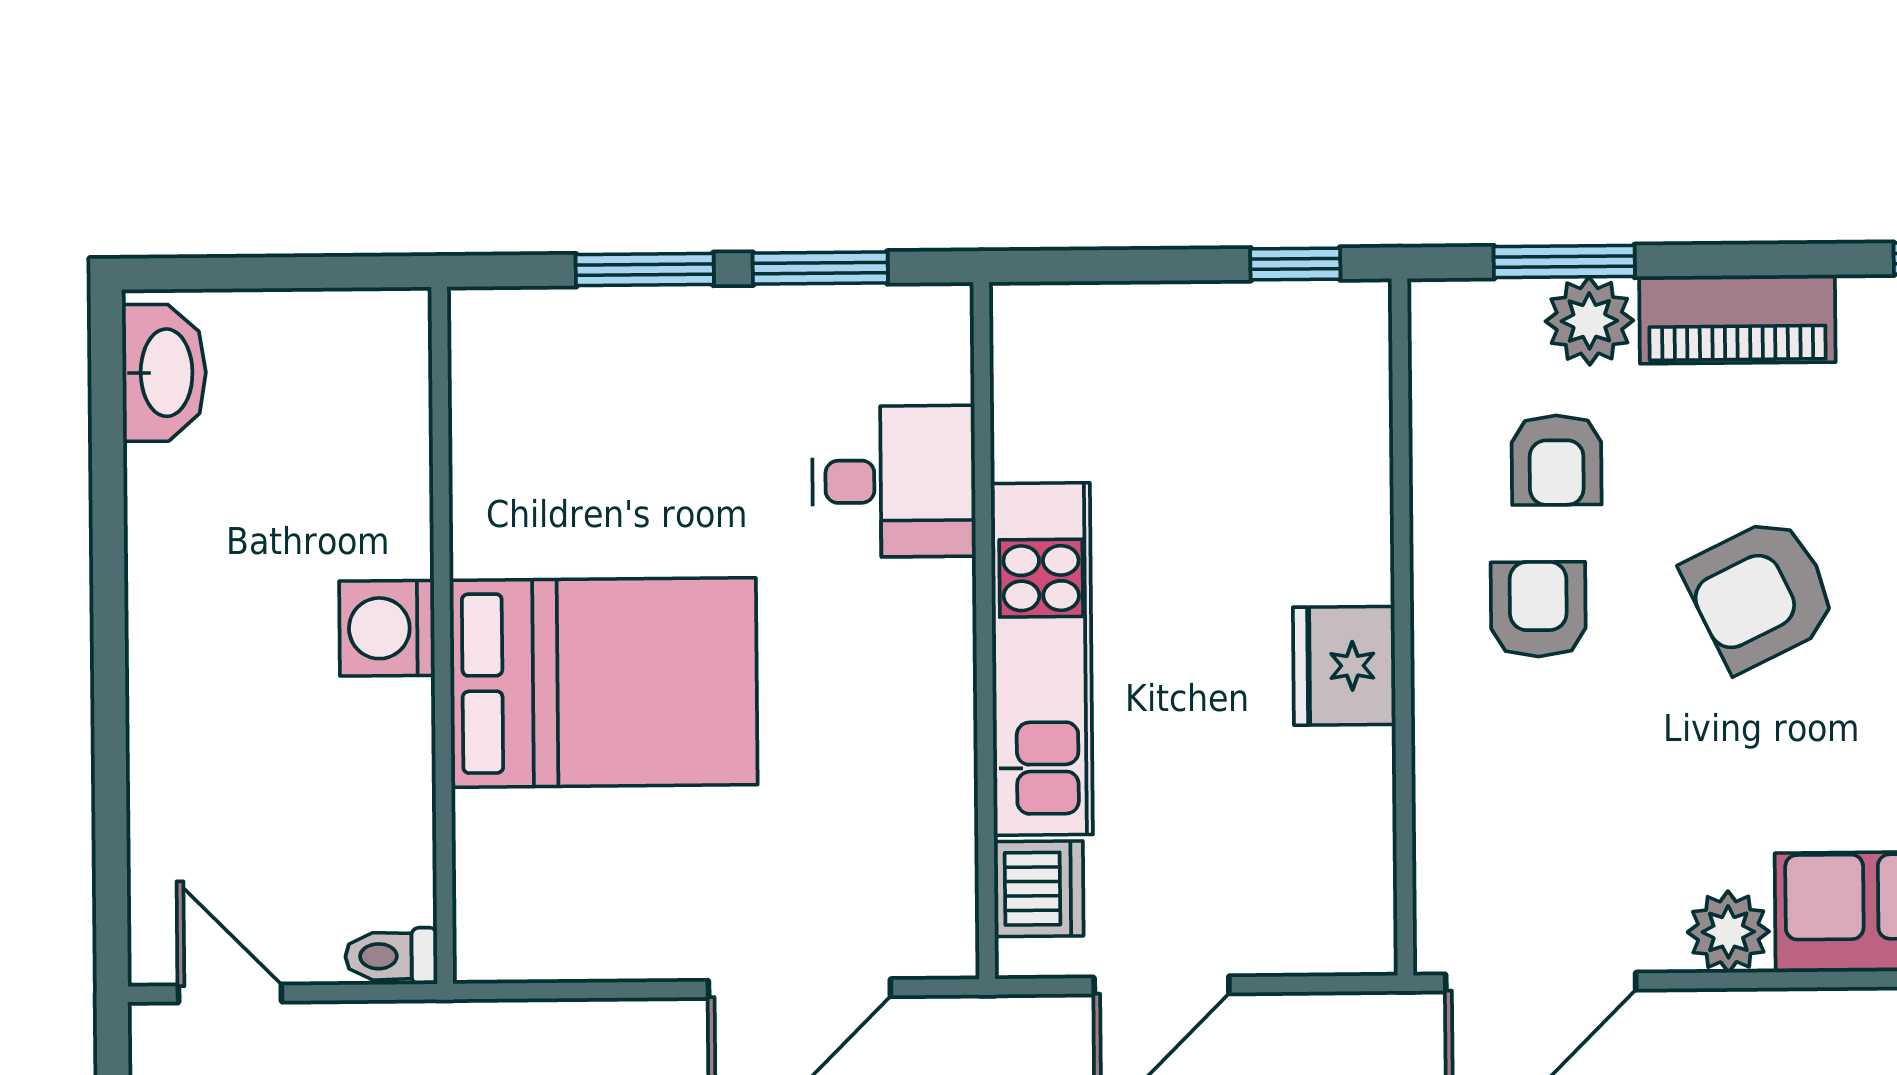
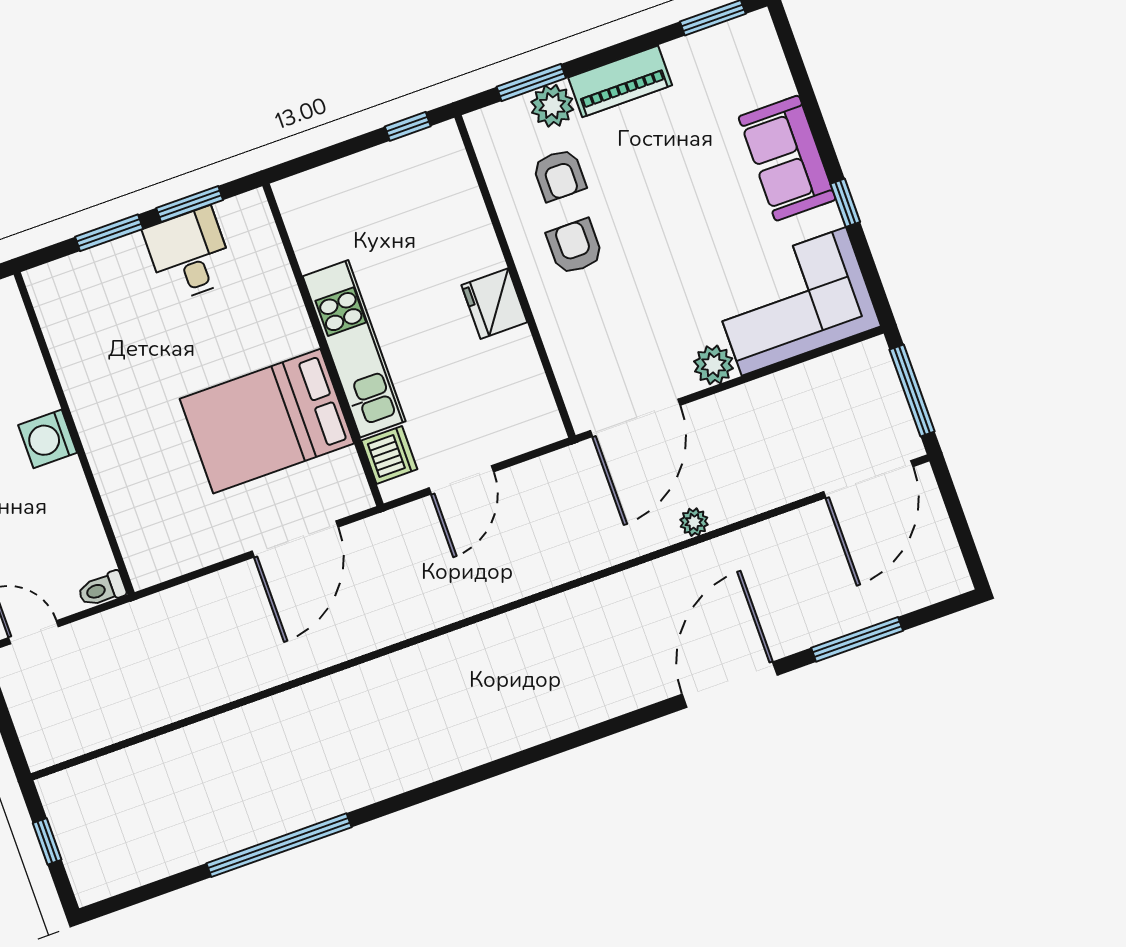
desk: (894, 481) -> (189, 254), moved, turned -90
armchair: (1760, 594) -> (674, 204), removed
bed: (604, 683) -> (267, 421), moved, turned 180

